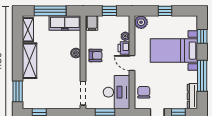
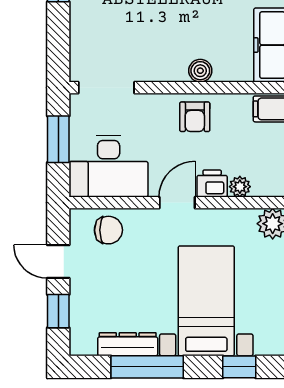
dresser: (192, 96) -> (128, 344), moved

